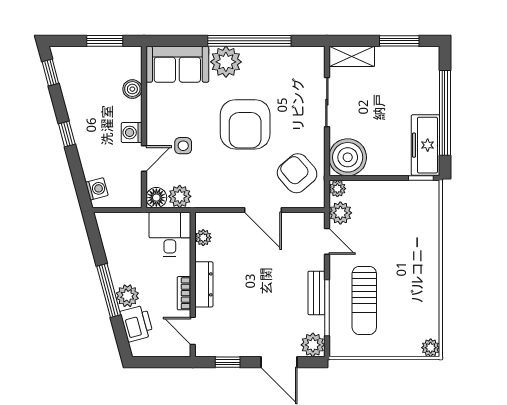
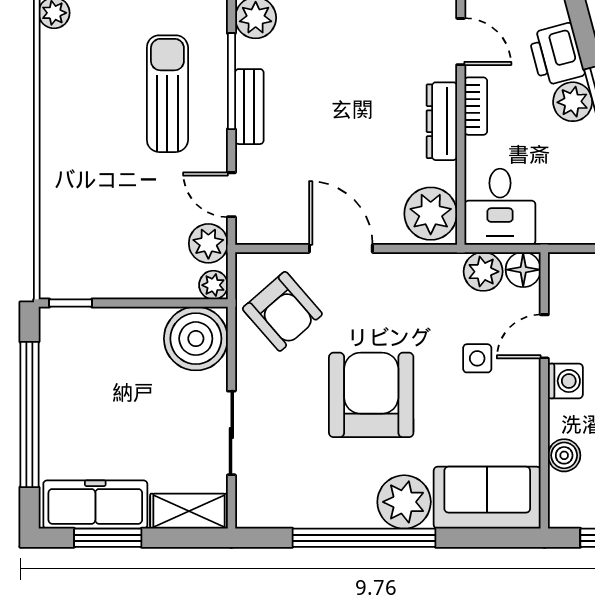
freezer: (426, 145) -> (95, 504), moved, turned -90
plant: (203, 238) -> (431, 214), width x1.88, depth x1.88

